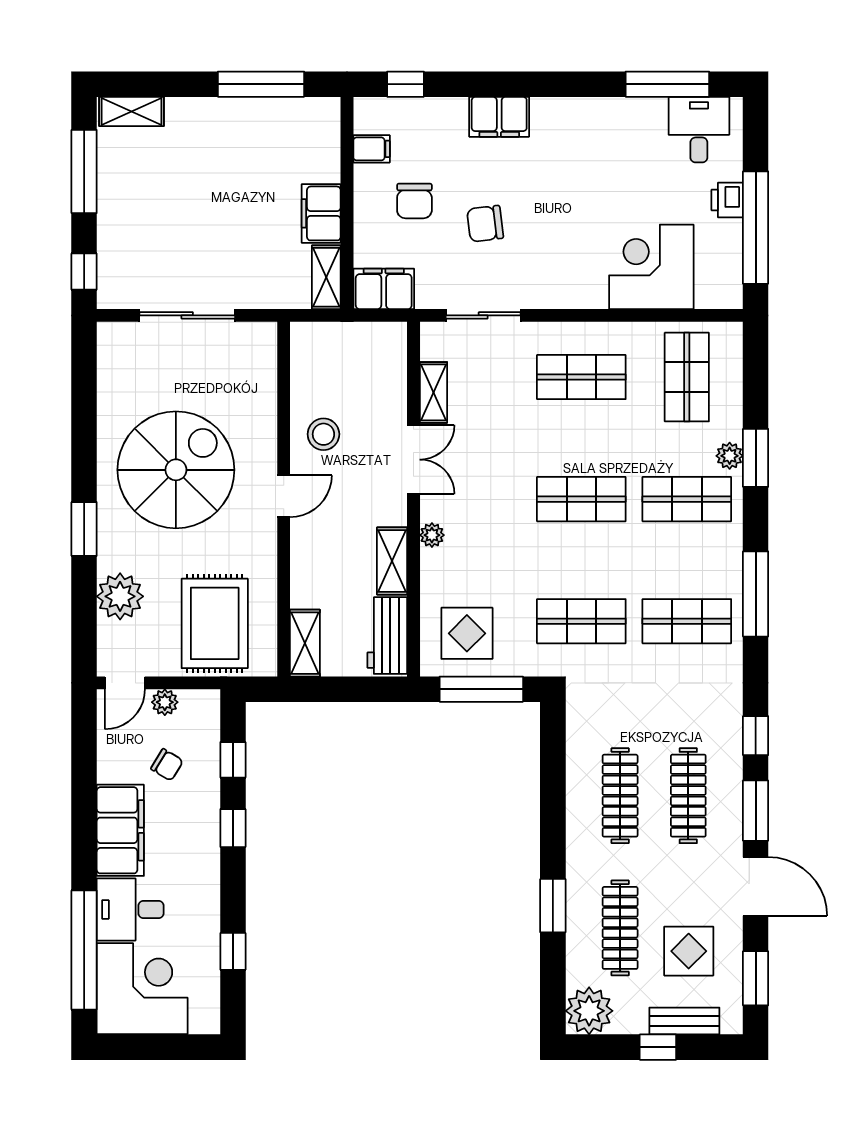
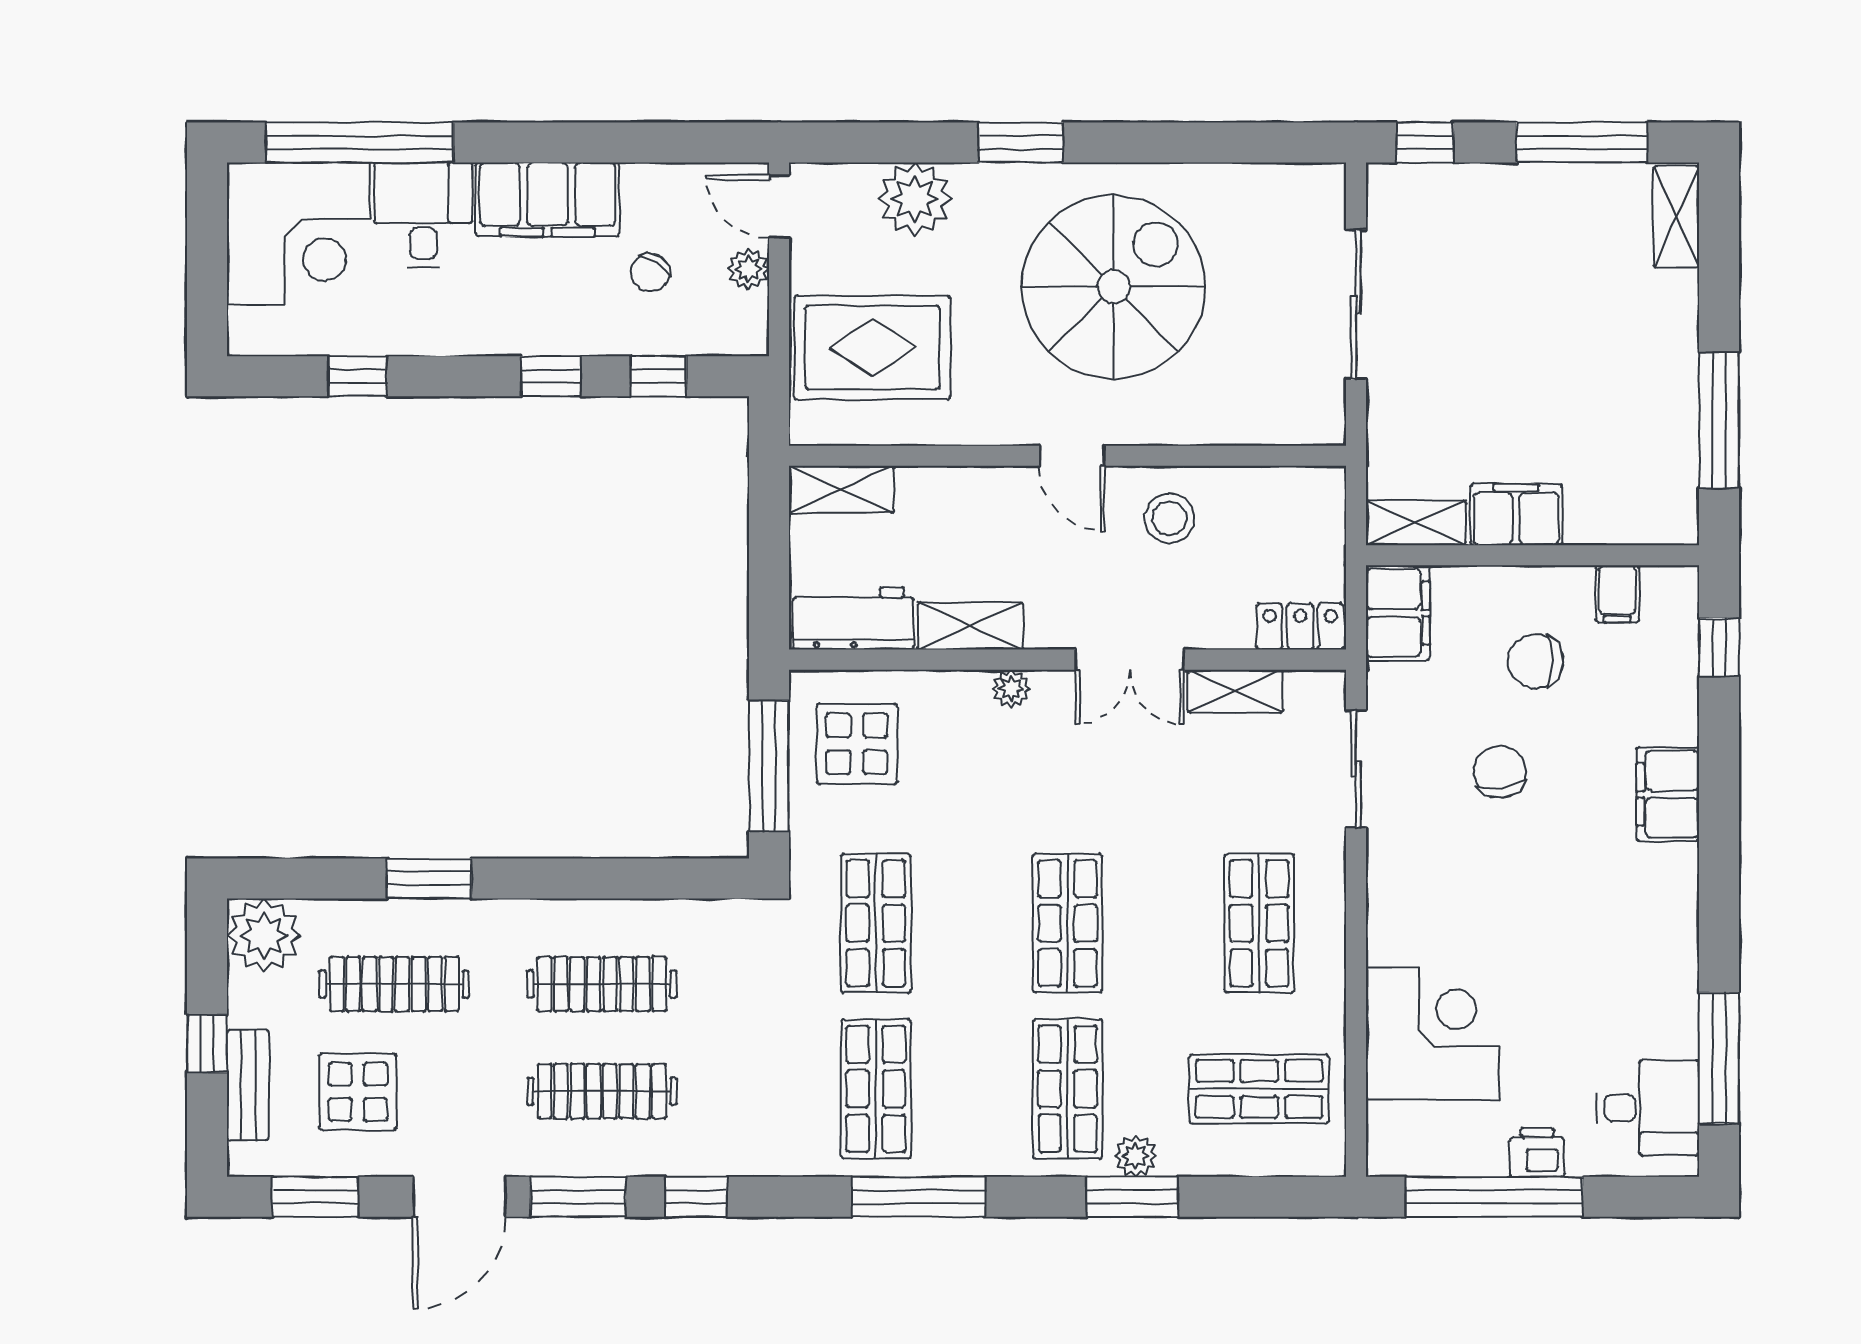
locker: (392, 351) -> (1300, 627), added
spiral stairs: (176, 470) -> (1114, 287), turned -90

